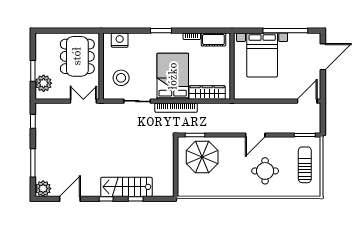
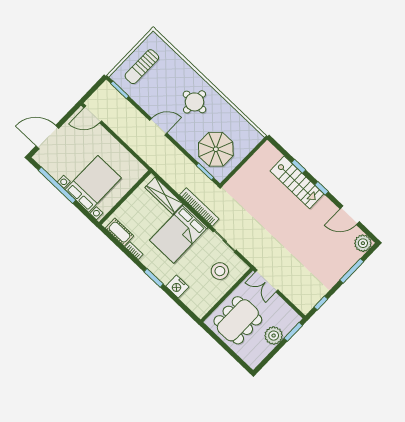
nightstand: (120, 40) -> (177, 287), moved
window: (33, 71) -> (293, 332), moved
plant: (44, 83) -> (274, 336), moved
round table: (265, 171) -> (194, 102), moved

